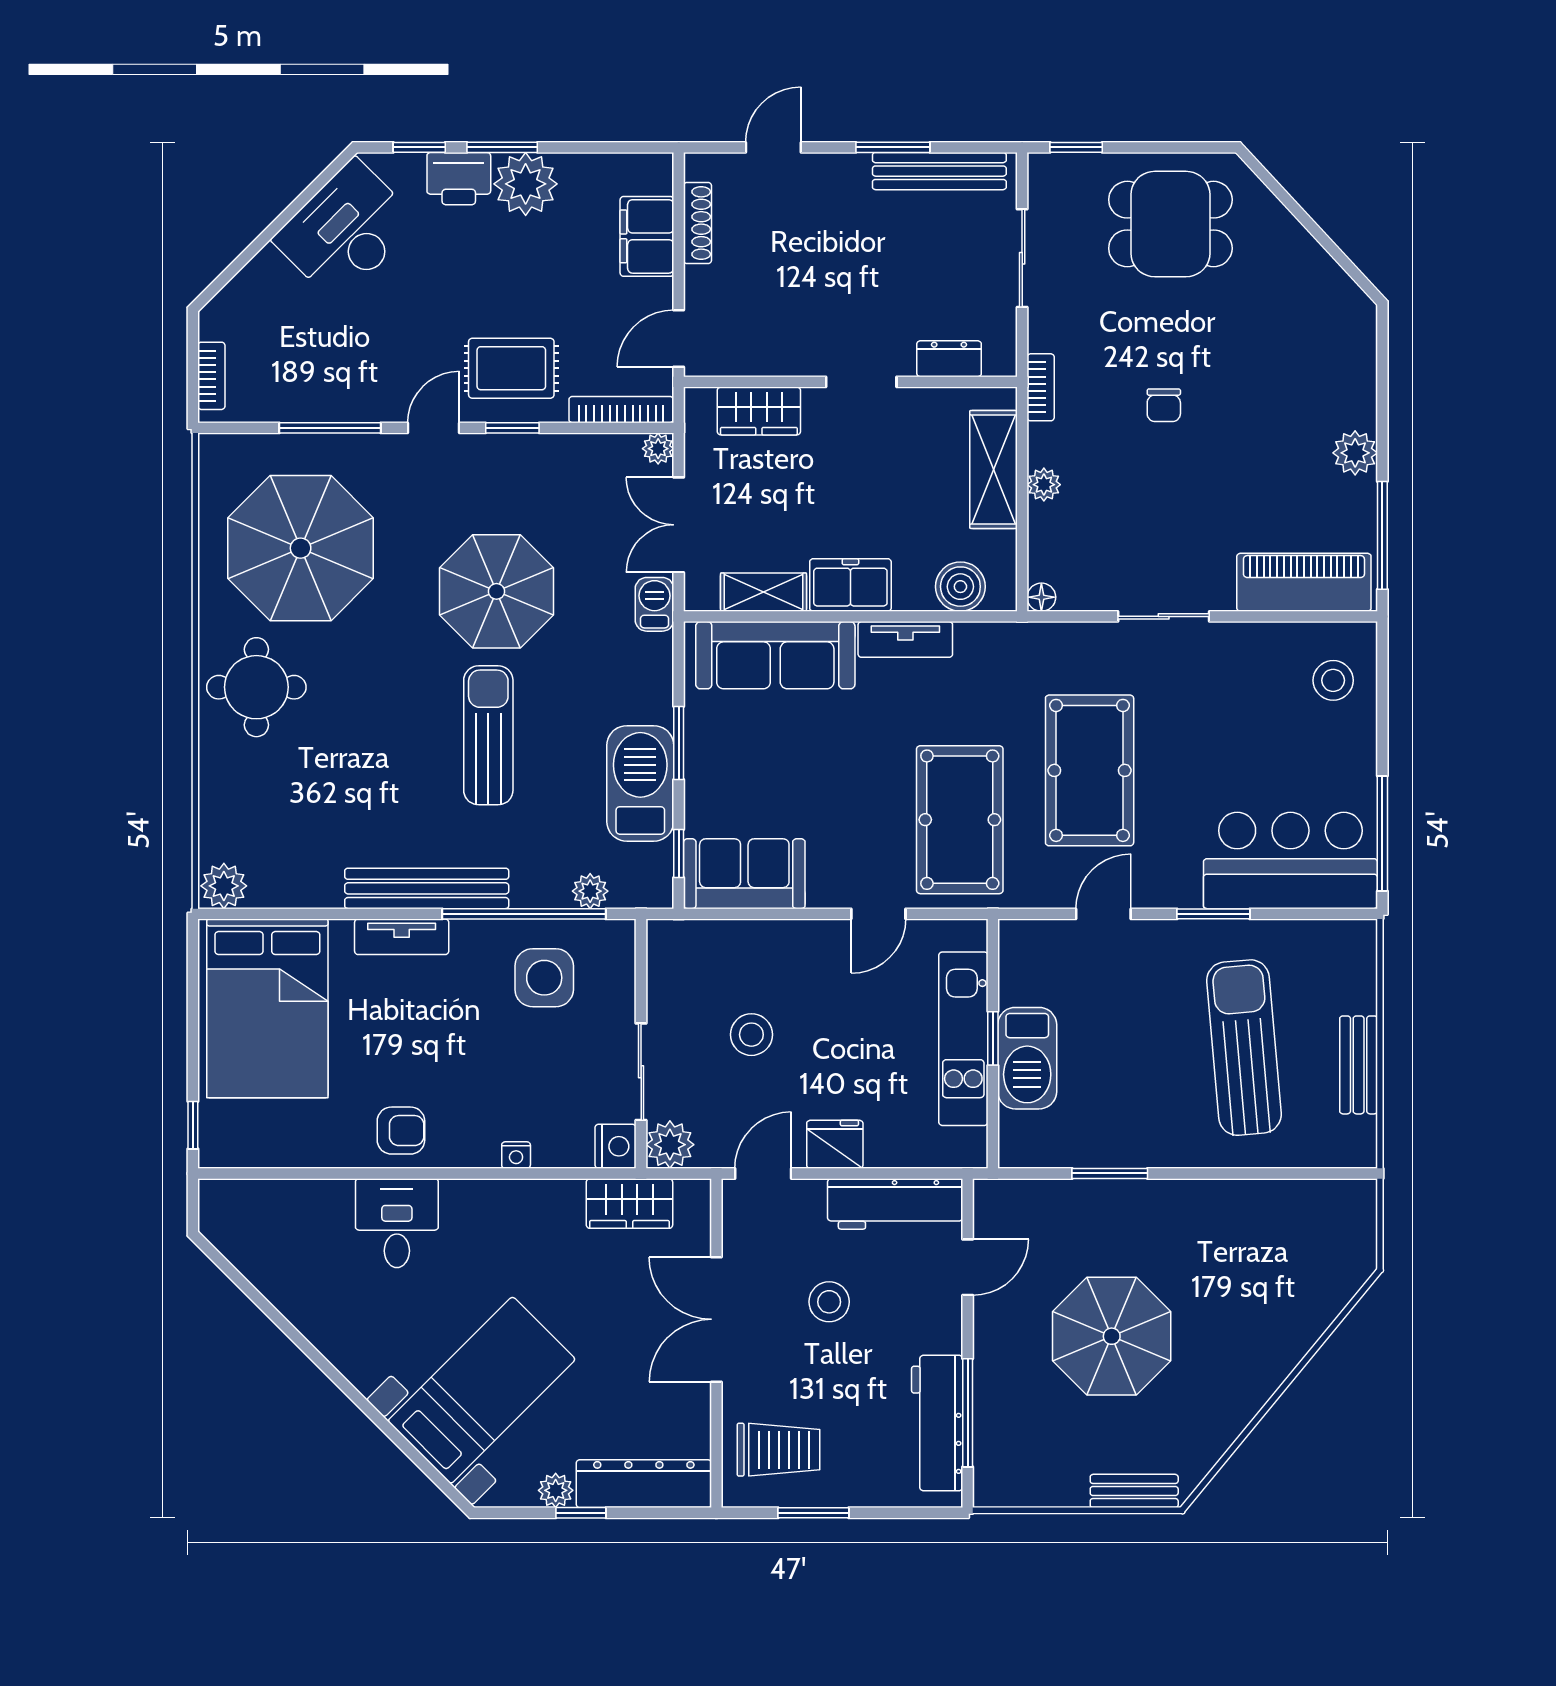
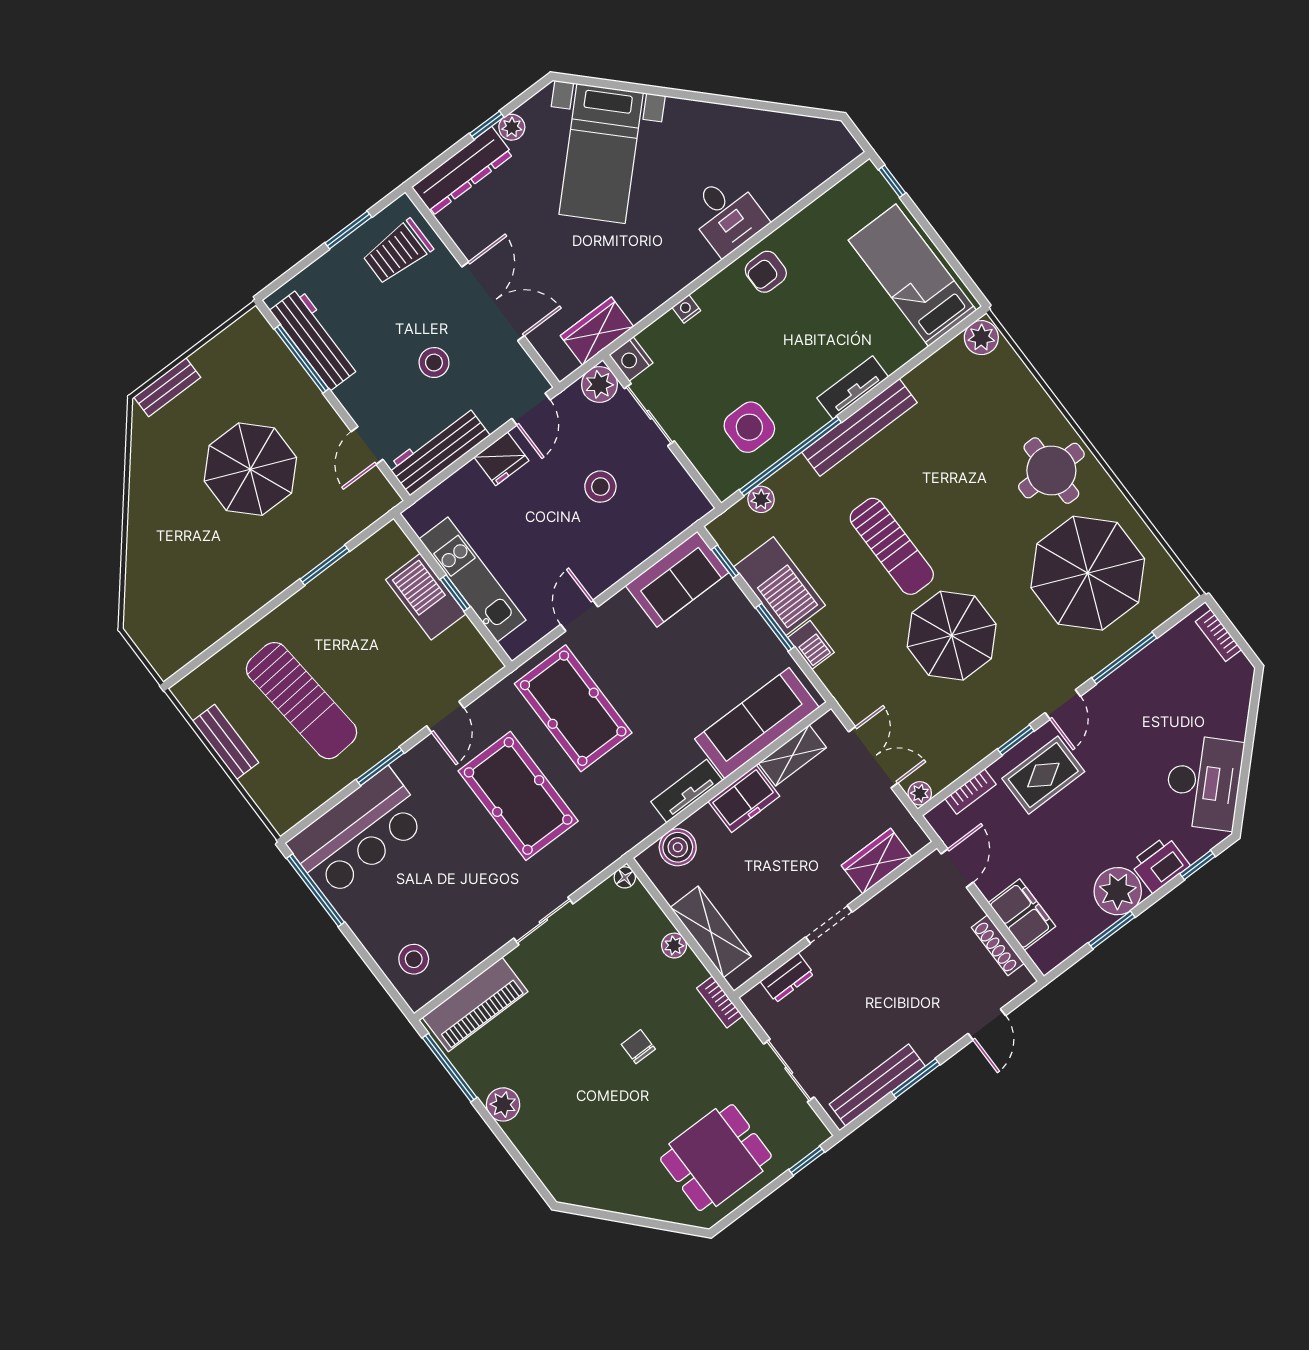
window: (502, 147) -> (1112, 930), moved
bookcase: (621, 410) -> (970, 791), width x0.64
barbecue: (655, 604) -> (811, 645), moved
bed: (267, 1008) -> (912, 275), width x0.67

